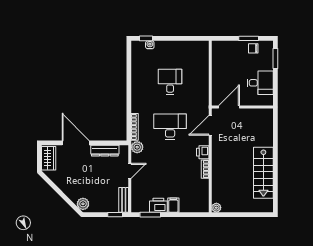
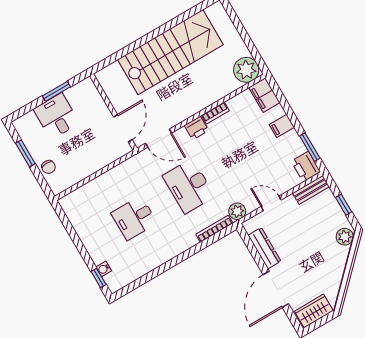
chair: (253, 48) -> (49, 167), moved
window: (275, 59) -> (56, 91), moved
desk: (260, 83) -> (56, 116), moved
door: (229, 107) -> (123, 128), swing flipped
stairs: (263, 173) -> (170, 52), width x1.36, depth x1.51
printer: (158, 205) -> (306, 167), moved
filing cabinet: (199, 206) -> (264, 95), added
plant: (216, 208) -> (246, 70), width x1.88, depth x1.88
window: (115, 215) -> (344, 205), moved

